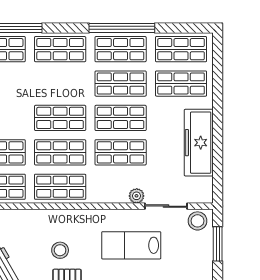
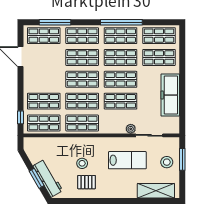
shop shelf: (60, 84) -> (82, 57), added
stool: (198, 221) -> (167, 162), moved
lab bench: (131, 245) -> (127, 160), turned 180

